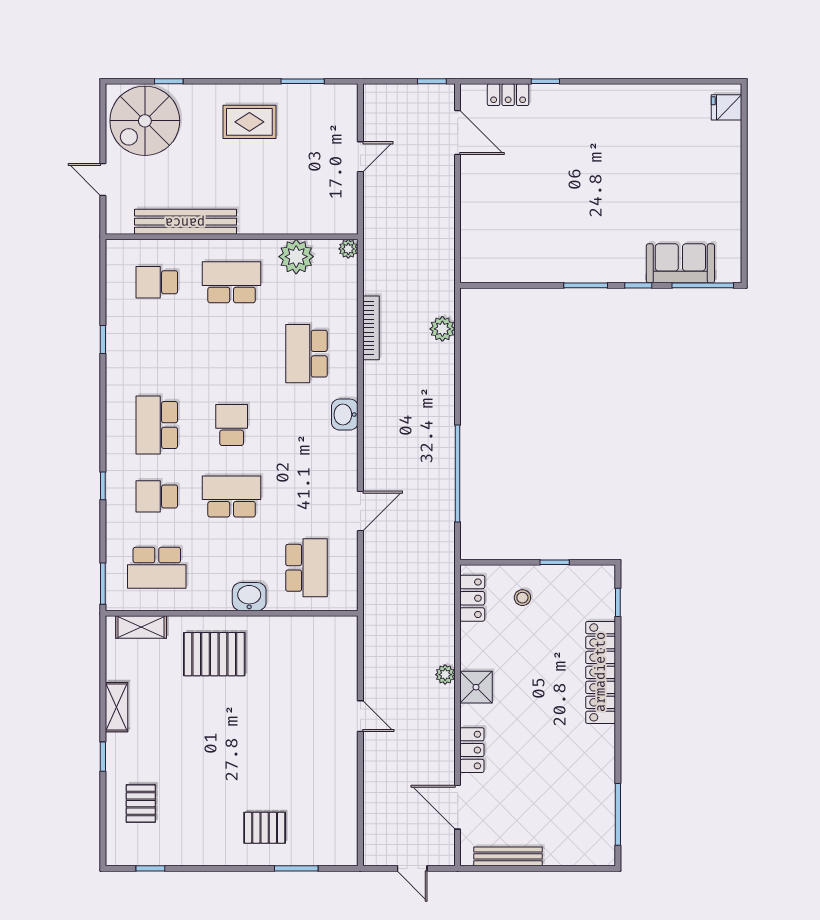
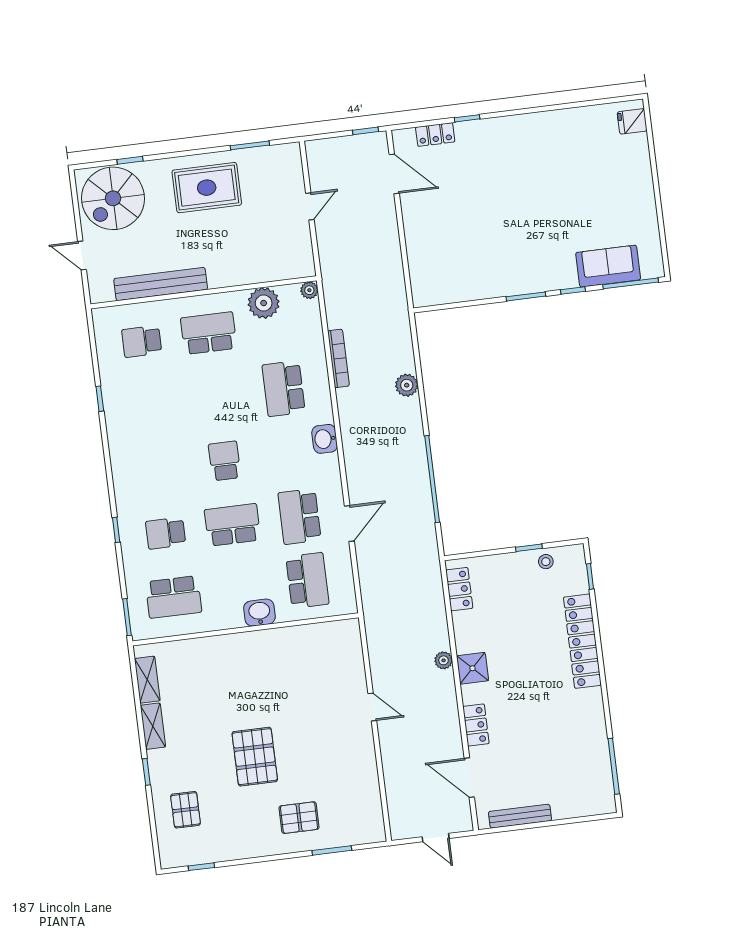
rug: (249, 122) -> (207, 188), width x1.36, depth x1.43
plant: (442, 329) -> (407, 385), moved
school desk: (157, 425) -> (299, 516), moved
stool: (522, 598) -> (546, 562), moved
shelving: (141, 627) -> (147, 680), moved, turned 90
pallet: (214, 654) -> (255, 757), moved, turned 90

